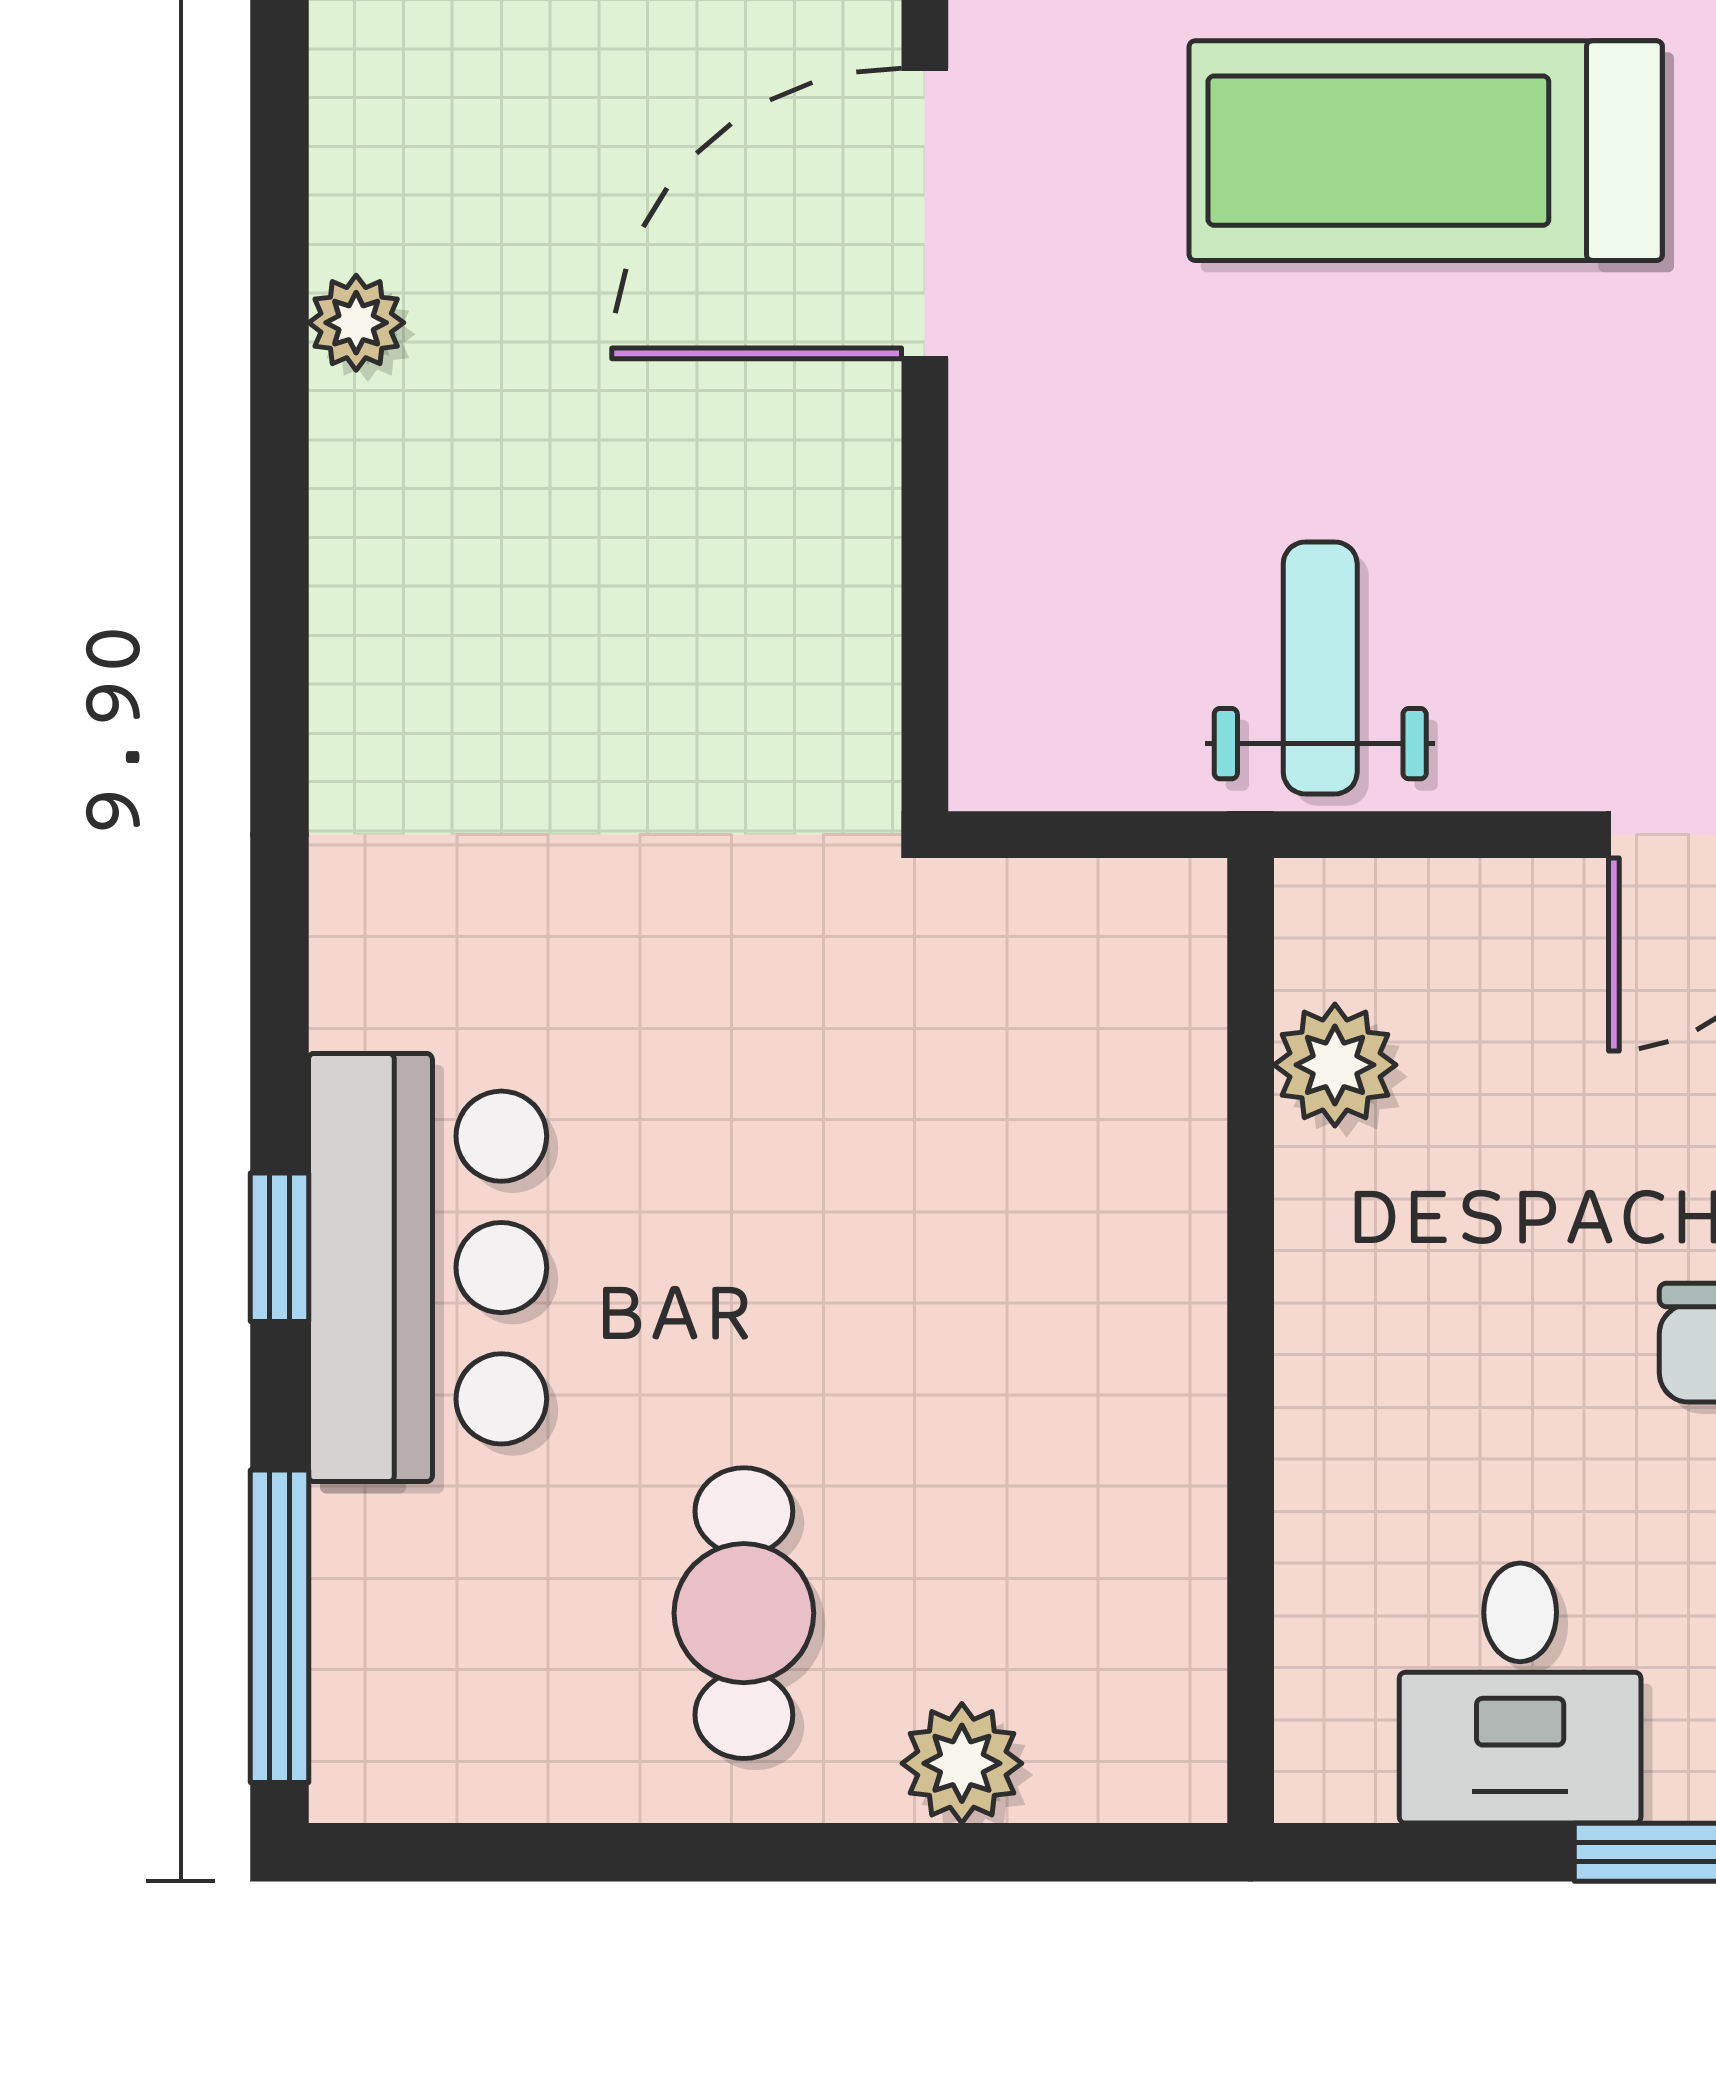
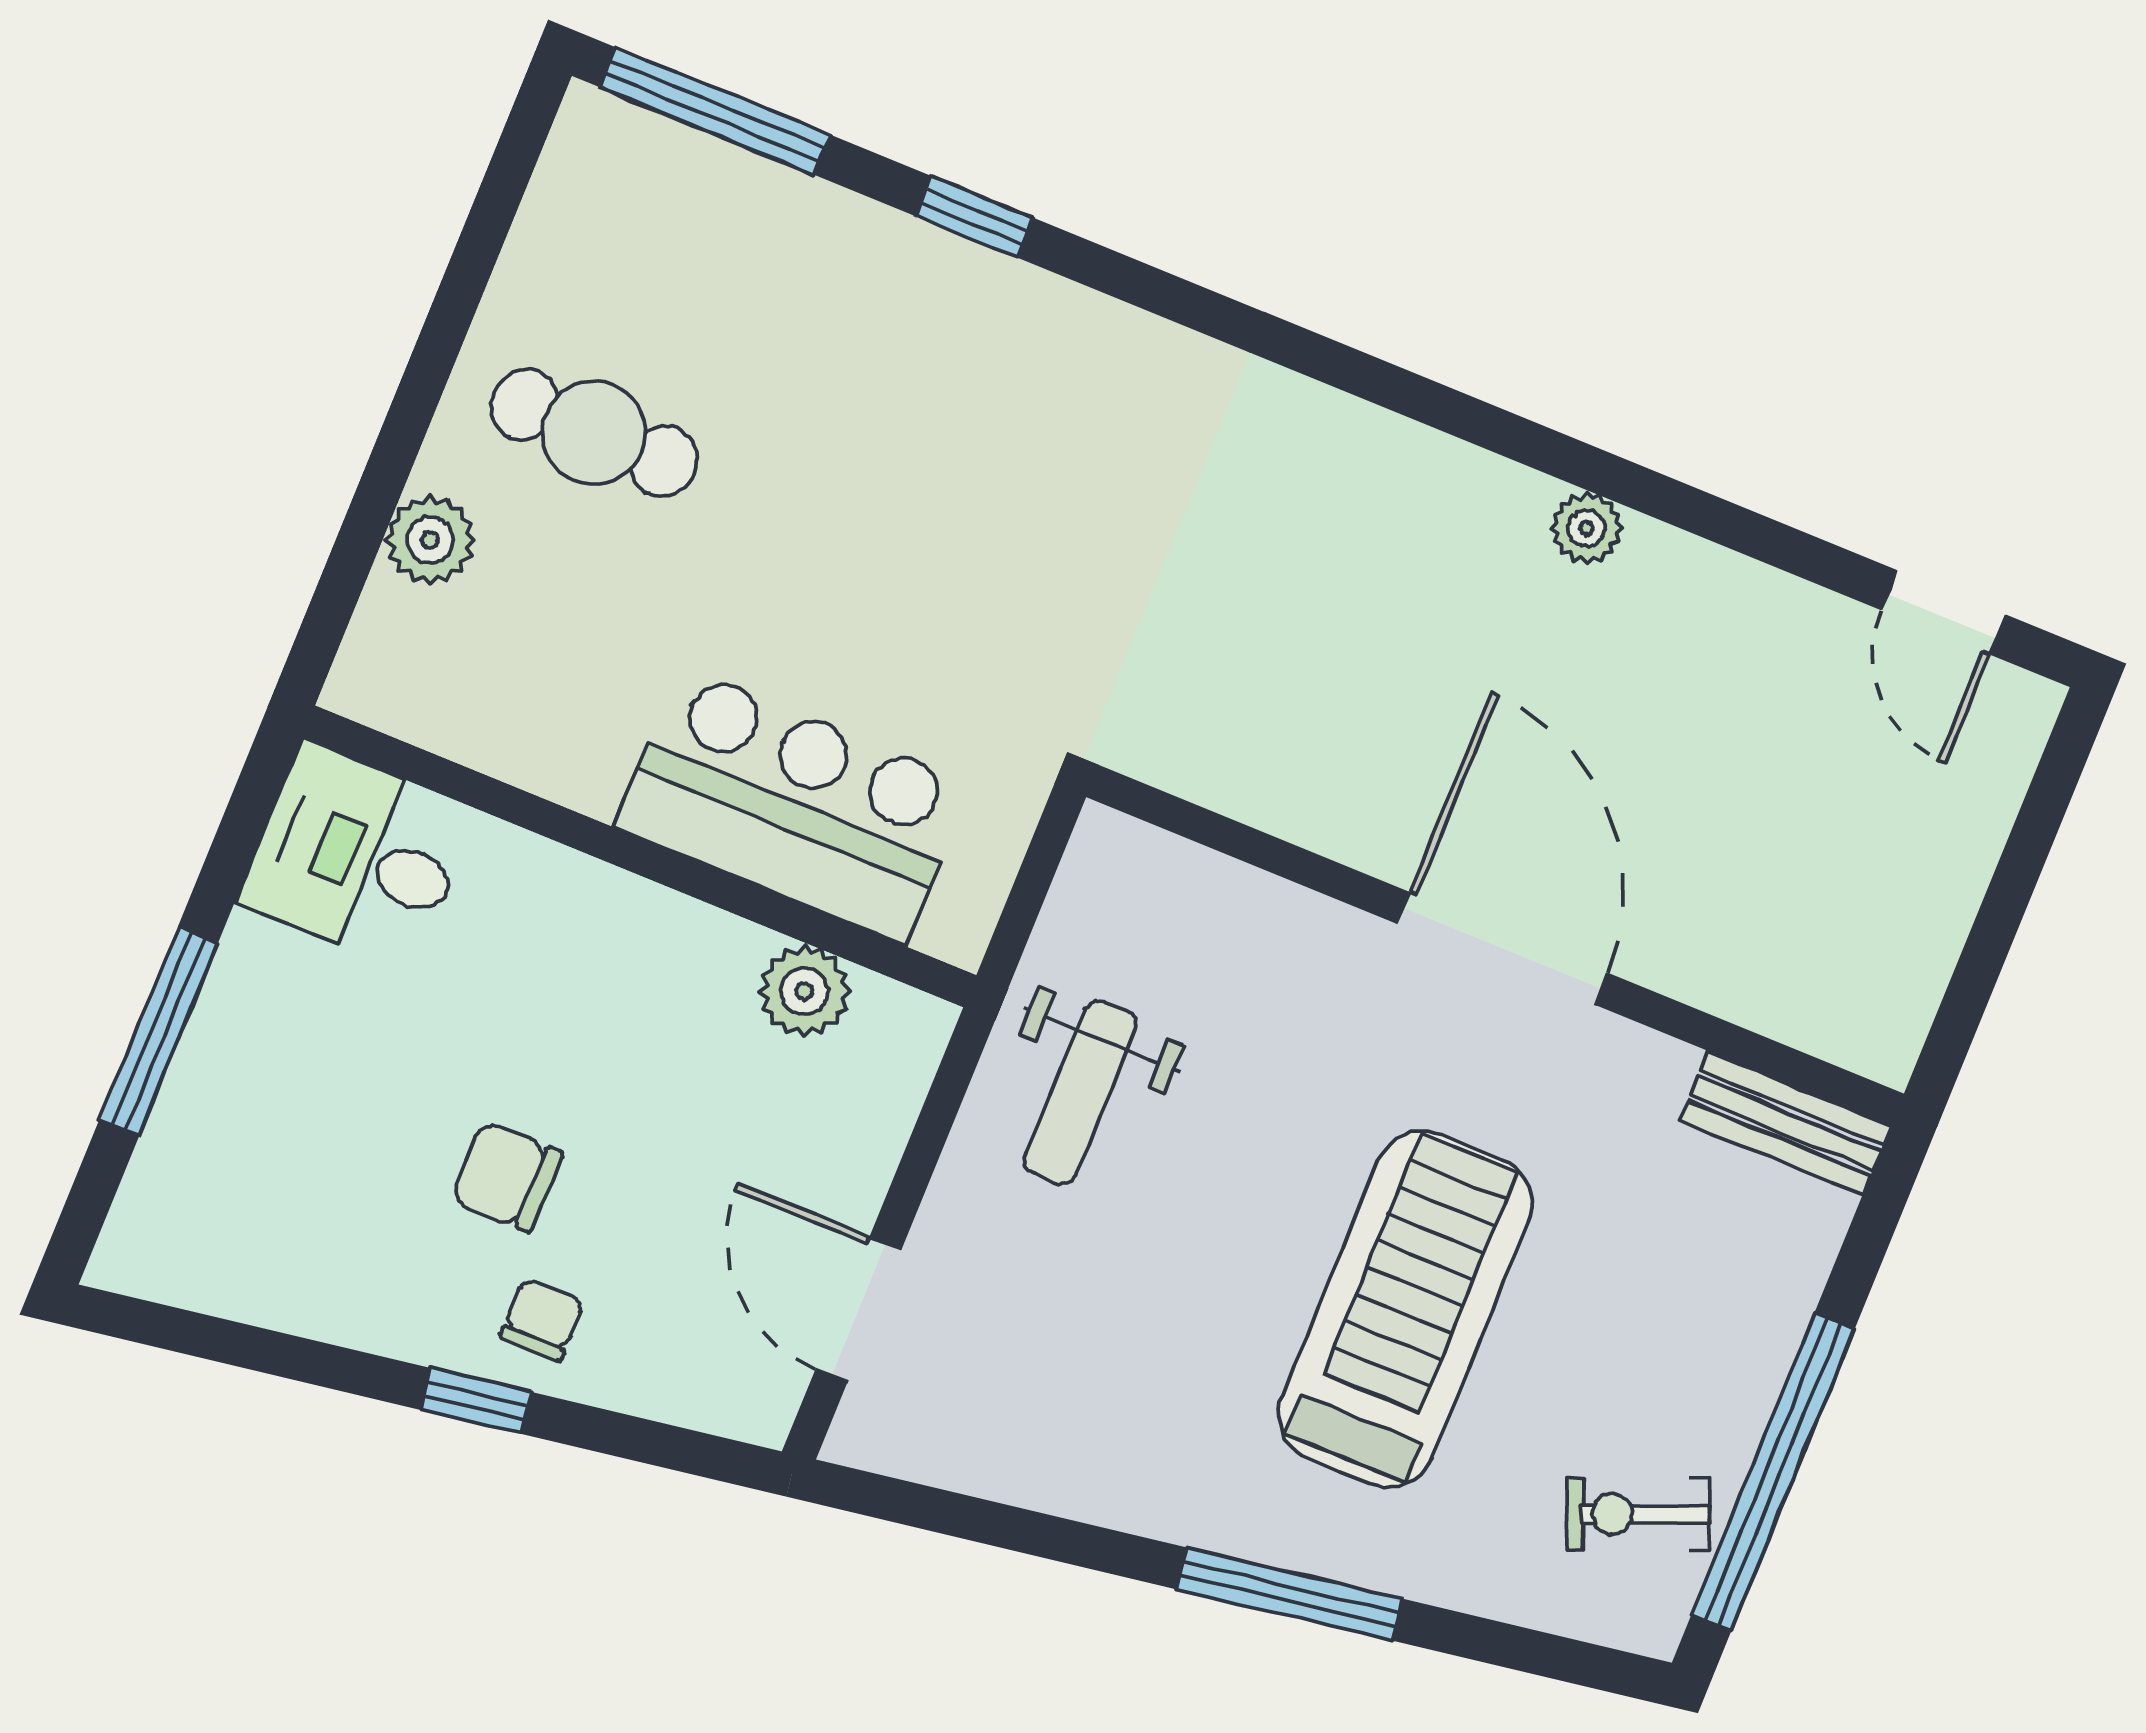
weight bench: (1320, 668) -> (1080, 1092), turned 90
bar counter: (428, 1268) -> (793, 805), moved, turned 180
desk: (1520, 1693) -> (357, 856), moved

